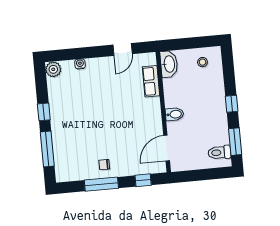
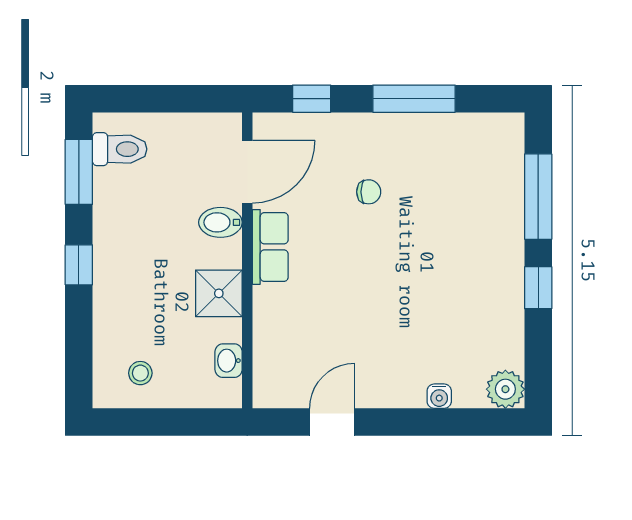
washbasin: (169, 64) -> (229, 361), width x0.52, depth x0.69
row of seats: (151, 81) -> (270, 247), moved
shower: (174, 98) -> (219, 293), added
bidet: (174, 114) -> (220, 222), moved
chair: (104, 165) -> (369, 192), moved

